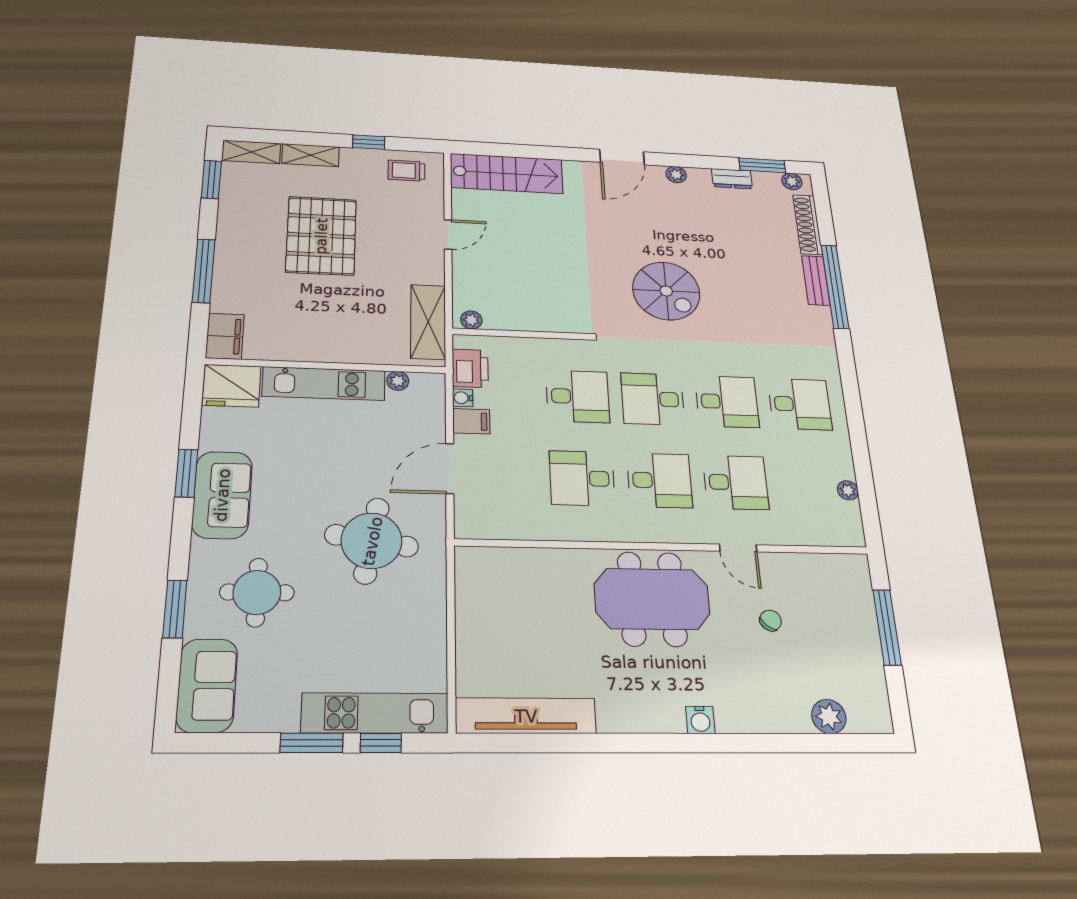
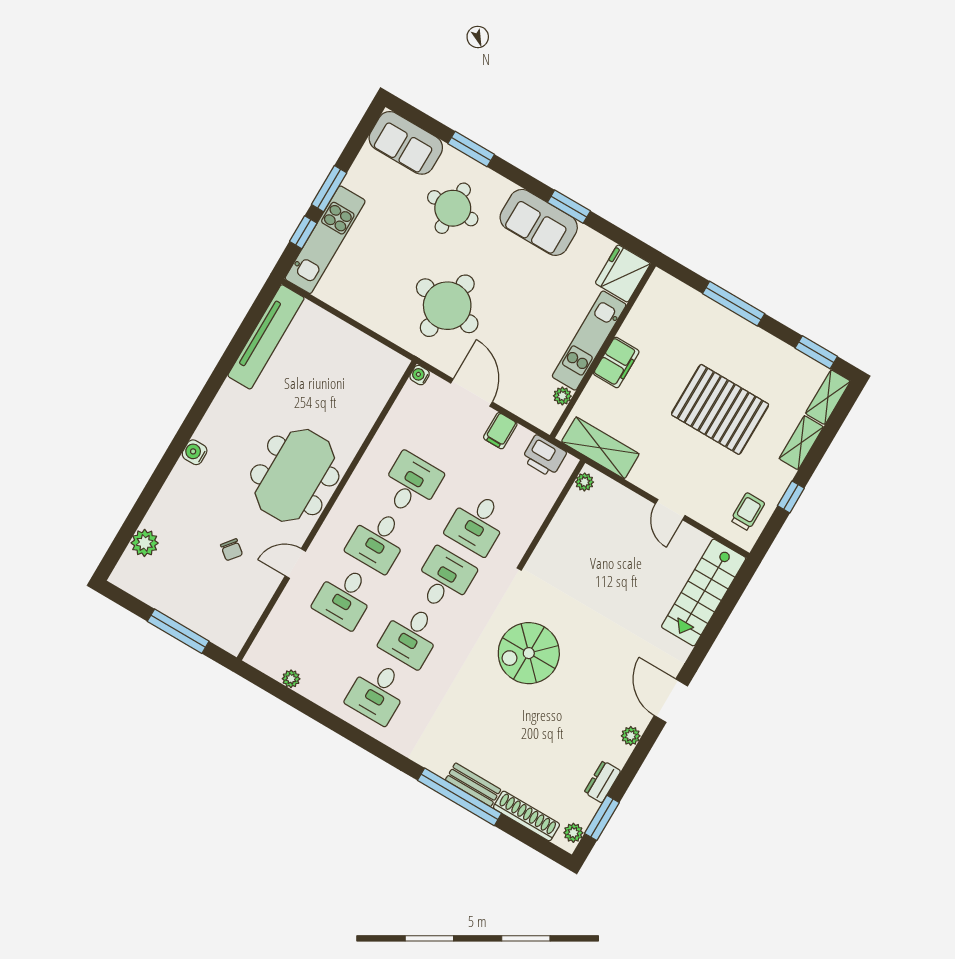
filing cabinet: (225, 336) -> (616, 362), moved, turned -90
water cooler: (463, 398) -> (420, 375), moved, turned -90

